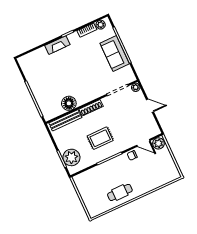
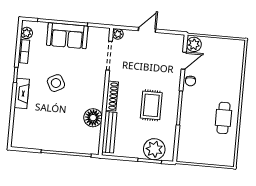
side table: (78, 64) -> (56, 83), added

